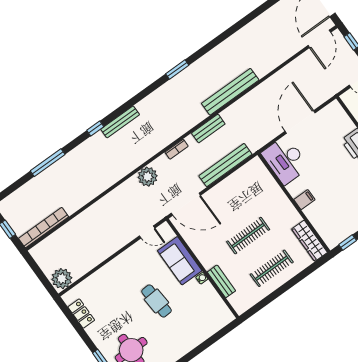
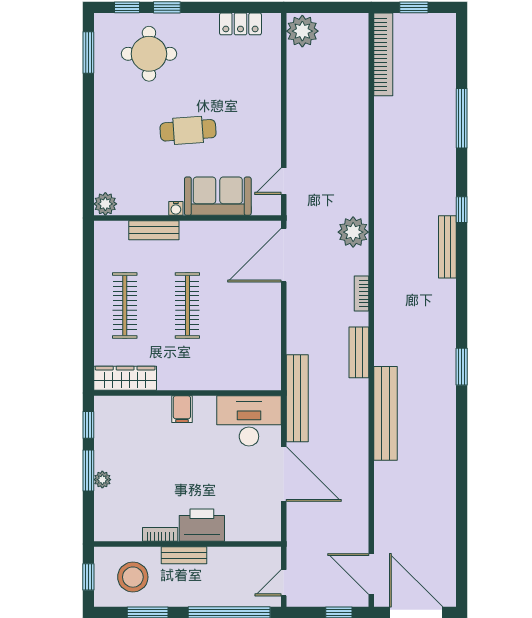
bench: (225, 165) -> (297, 398), moved
plant: (226, 317) -> (105, 204), added

